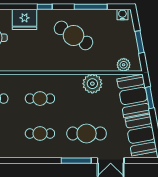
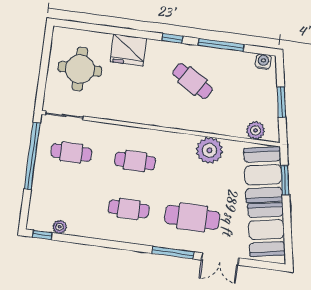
window: (45, 7) -> (172, 38), moved
cafe table: (74, 35) -> (193, 81), width x0.73, depth x0.74

